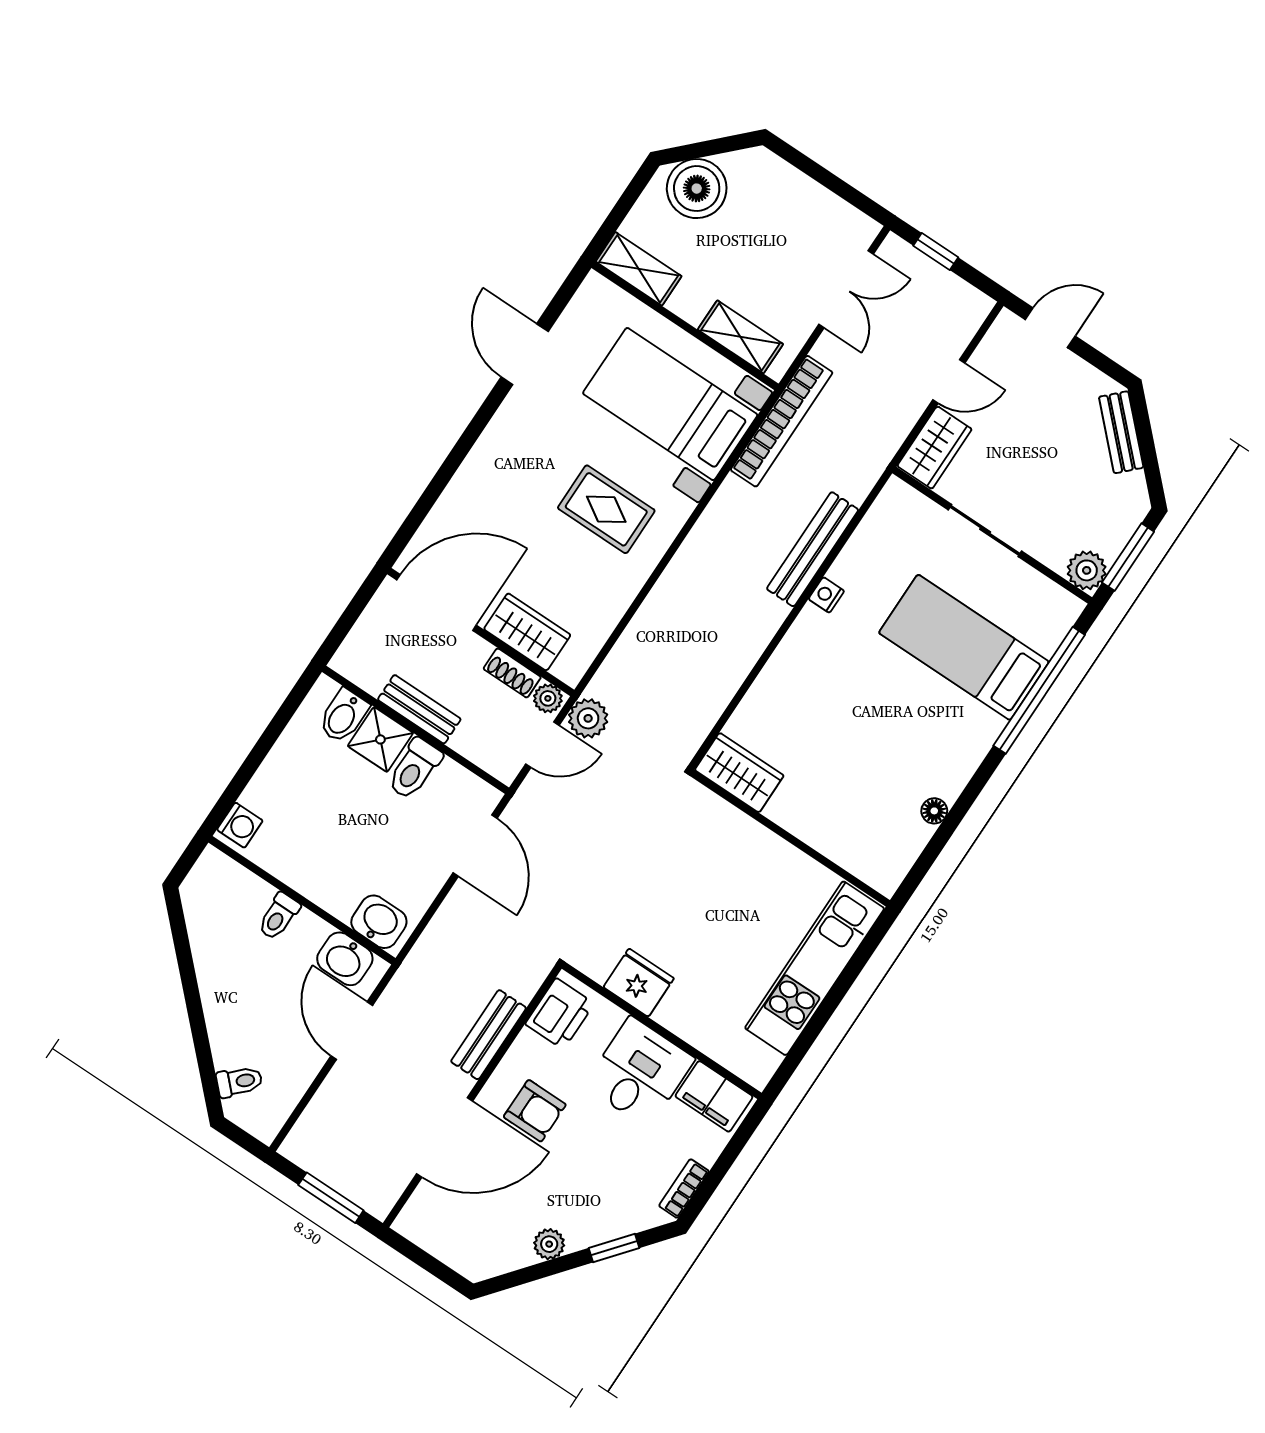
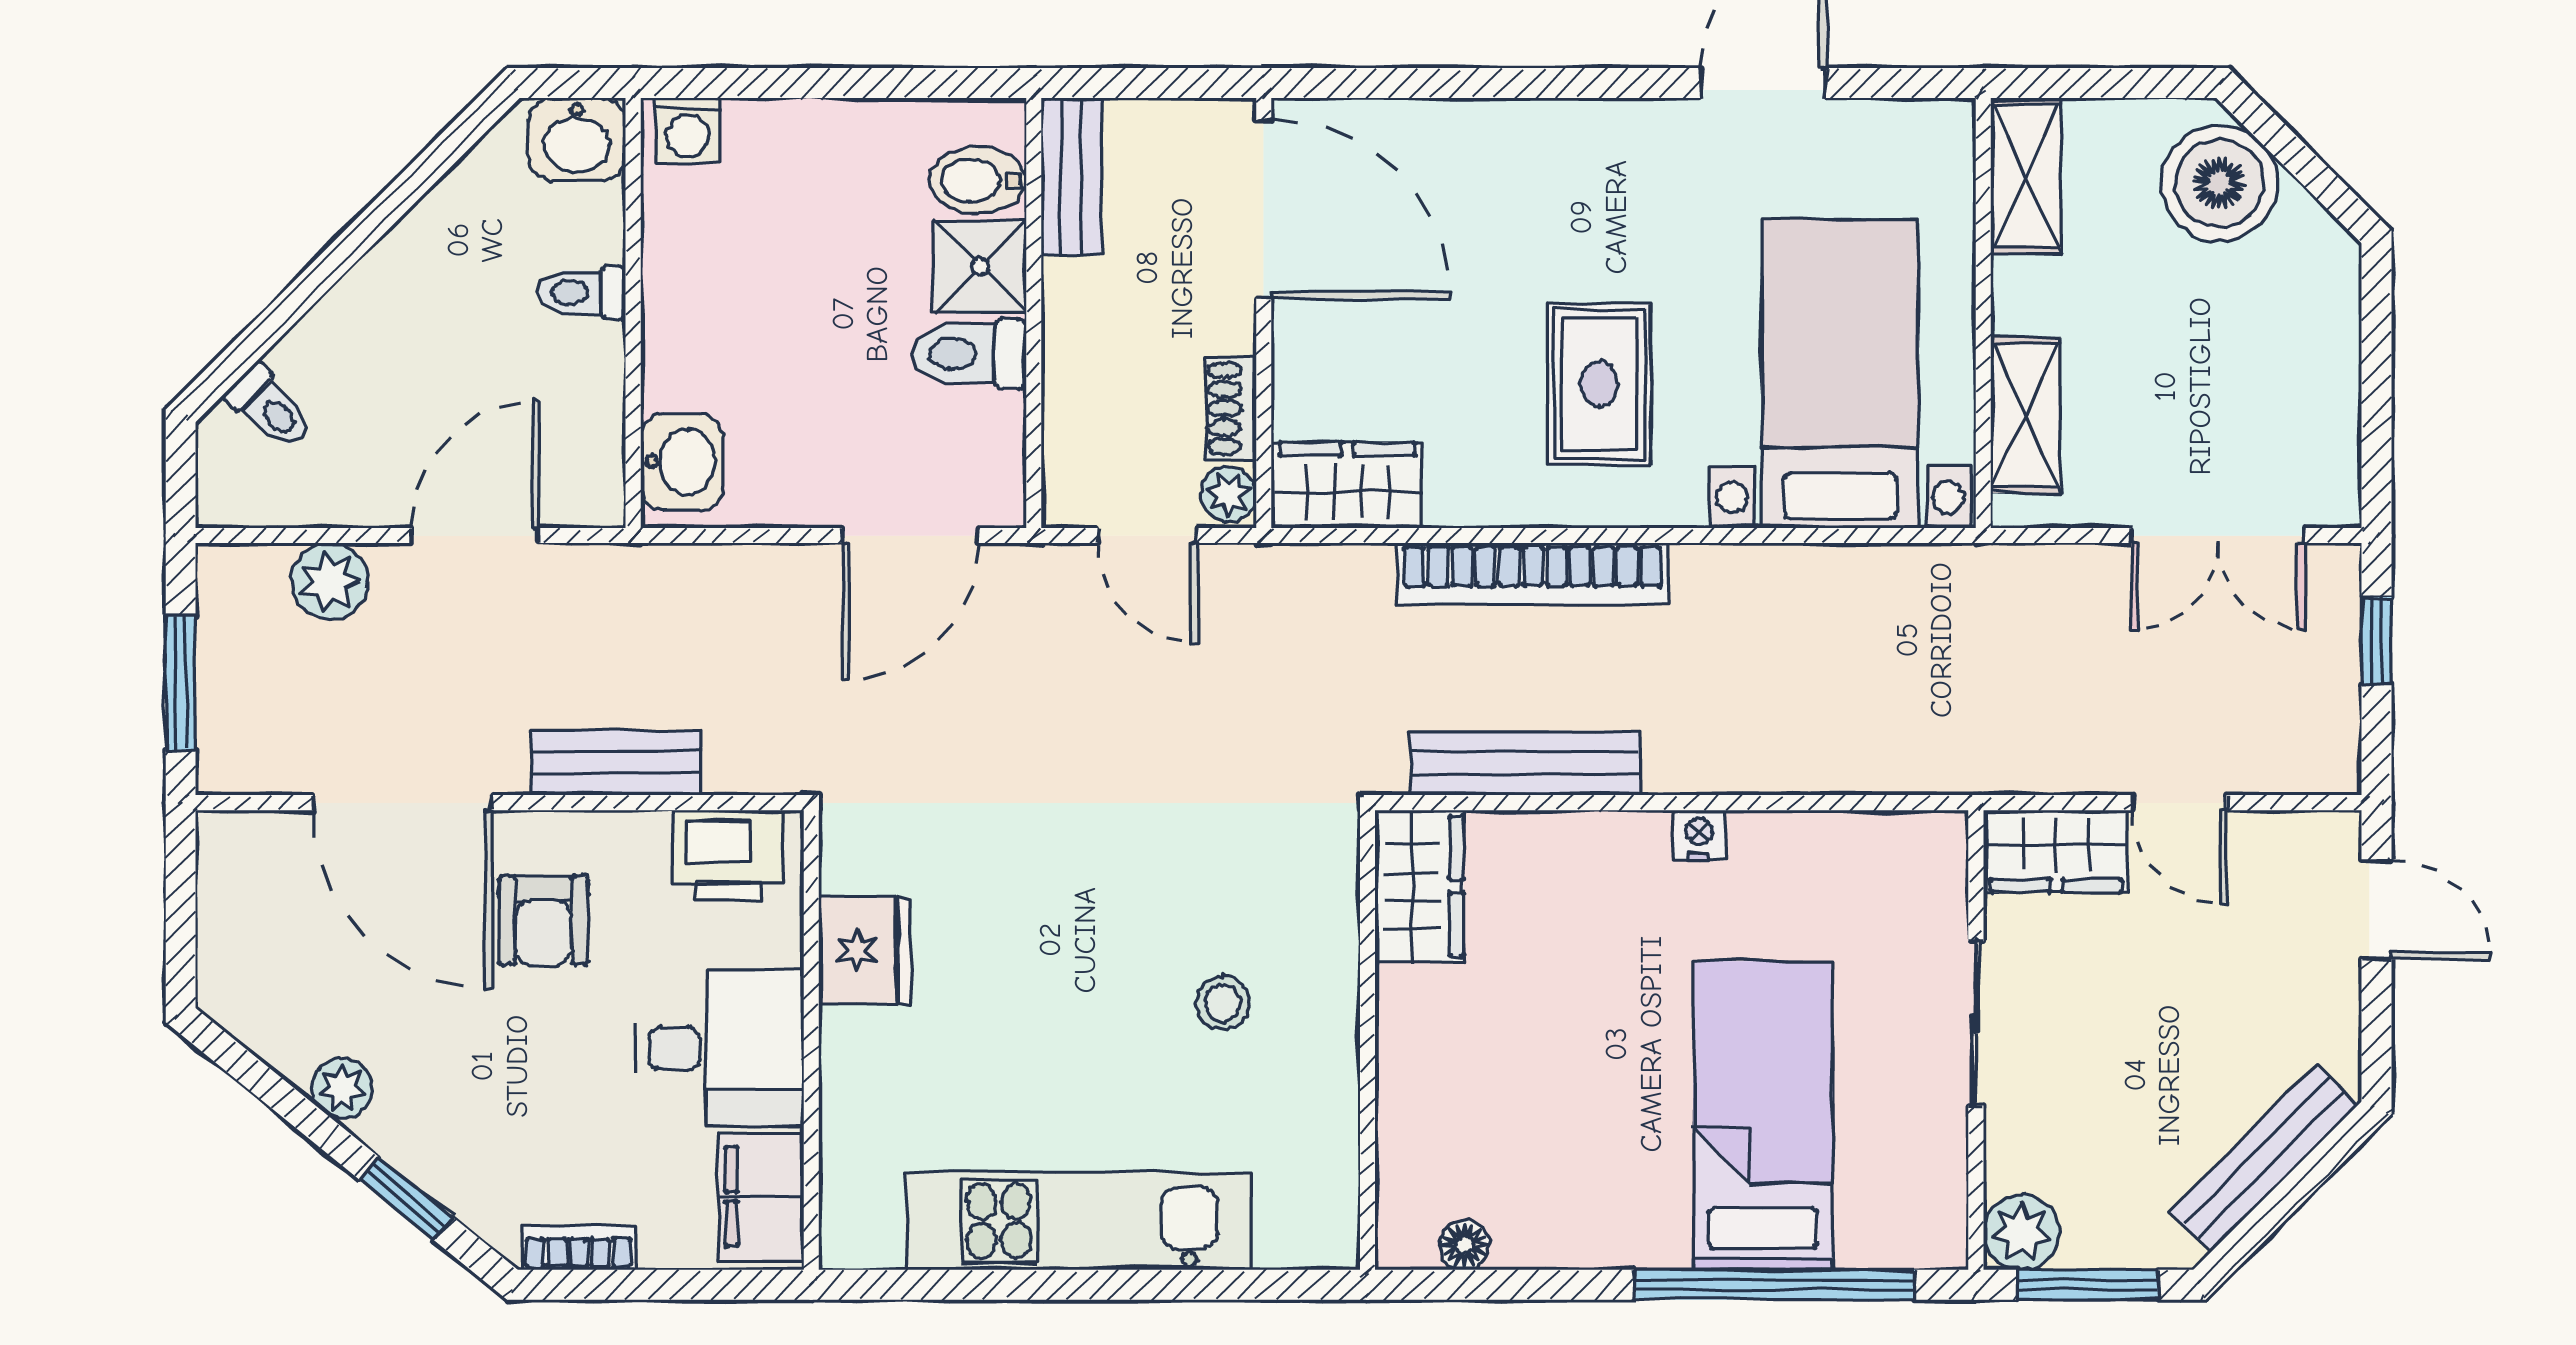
bookcase: (782, 421) -> (1533, 574), moved
bench: (1121, 432) -> (2264, 1158), width x1.36
bench: (813, 549) -> (1525, 763), moved
wardrobe: (527, 632) -> (1348, 485), moved, turned -90
bench: (419, 709) -> (1071, 177), moved
plant: (588, 718) -> (330, 581), moved
wardrobe: (739, 773) -> (1419, 886), moved
wall: (790, 838) -> (1368, 1040), moved
stool: (763, 845) -> (1223, 1003), added
washbasin: (345, 959) -> (577, 139), moved, turned -90

